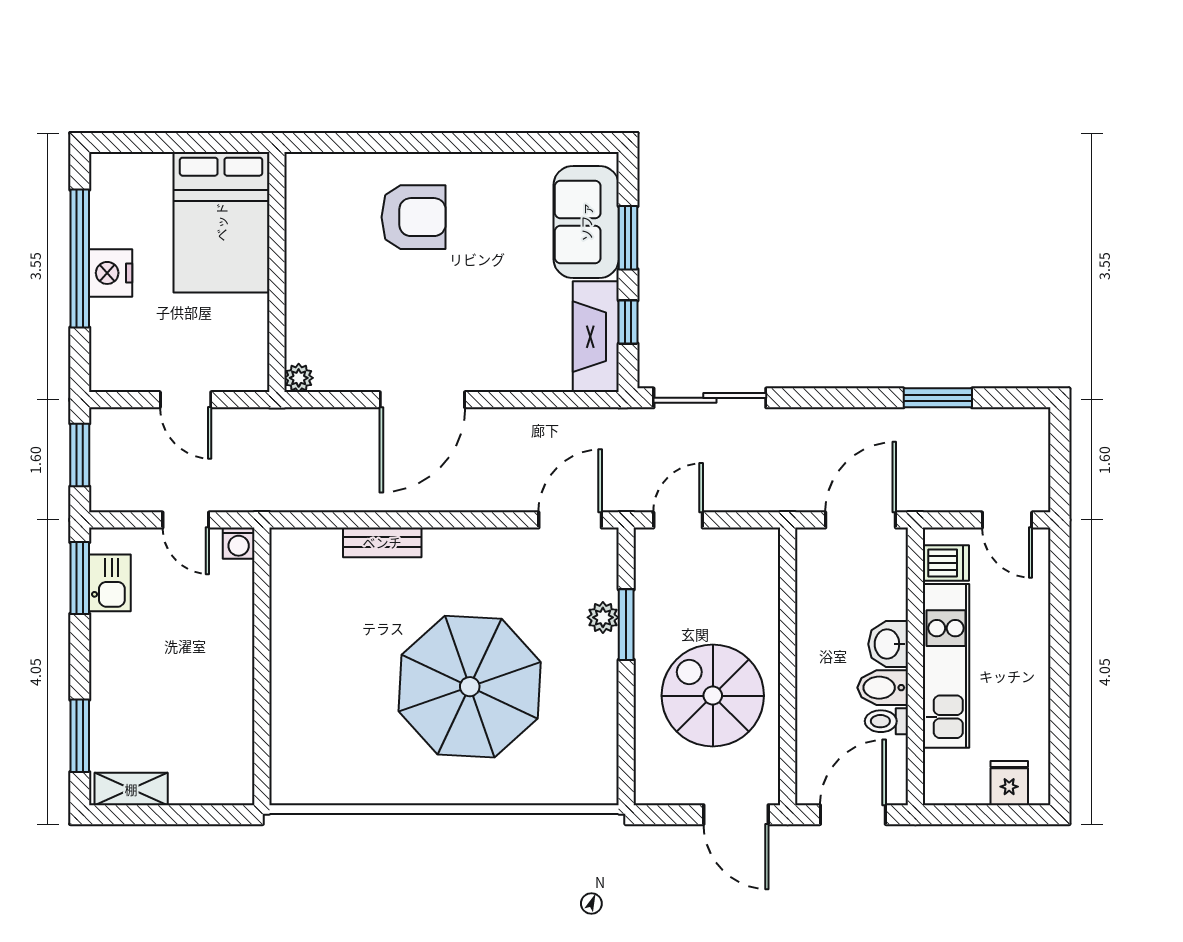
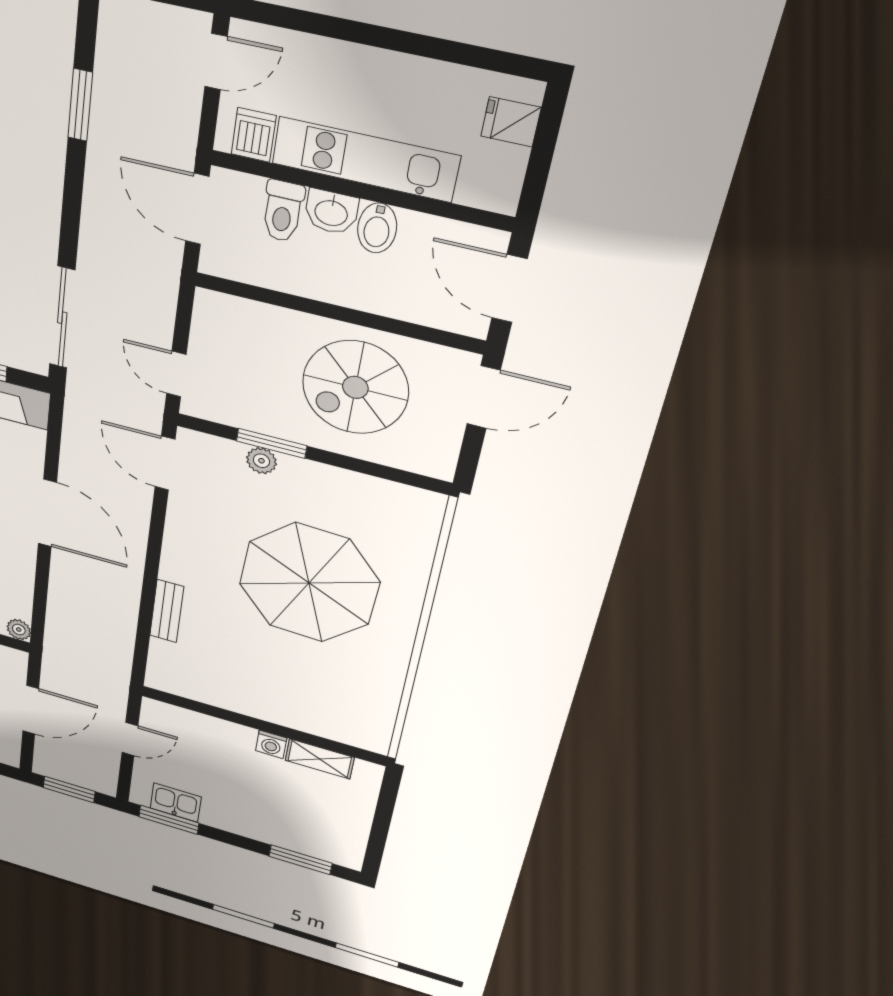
door: (186, 400) -> (31, 710), width x1.38
door: (422, 400) -> (47, 513), moved
washing machine: (239, 543) -> (271, 744), moved, turned 90
toilet: (886, 721) -> (283, 211), moved, width x1.37, depth x1.39
shelving: (131, 789) -> (320, 759), moved, turned 90

